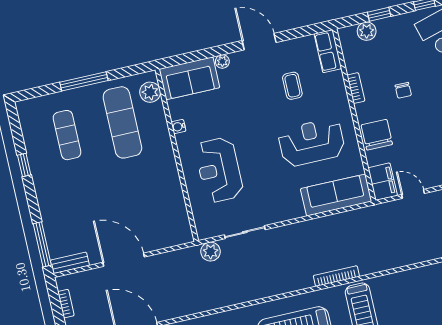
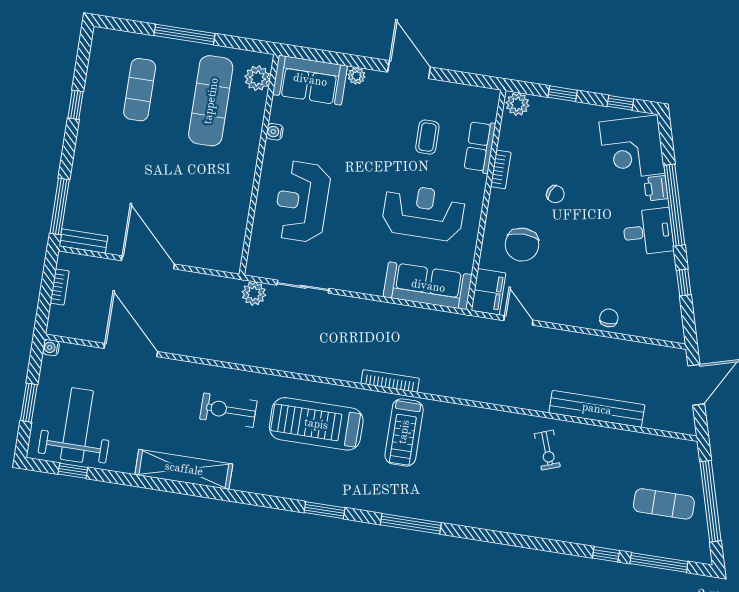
plant: (367, 31) -> (517, 104), moved
row of seats: (328, 51) -> (480, 147), moved
chair: (403, 90) -> (555, 194), turned -66
chair: (377, 135) -> (522, 245), moved, turned 180

